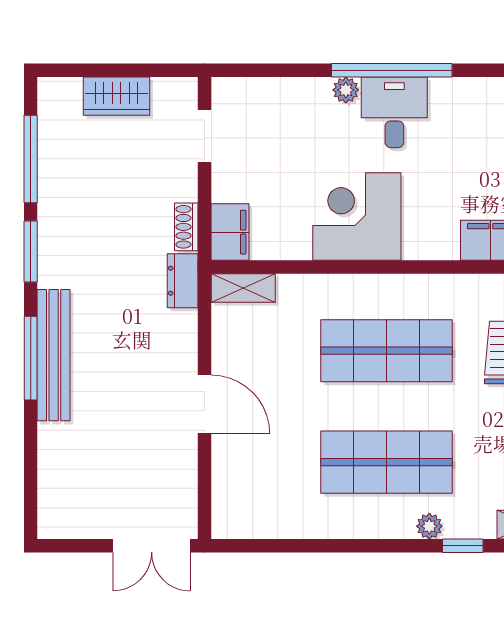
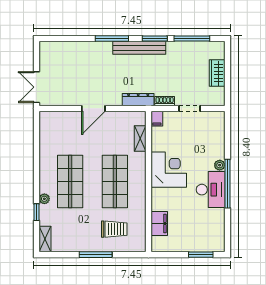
desk: (394, 112) -> (211, 190), width x1.37
doorway: (204, 136) -> (189, 108), moved
filing cabinet: (230, 232) -> (157, 119), width x0.50
dresser: (183, 281) -> (138, 100), width x1.44
shelving: (243, 288) -> (140, 139), moved
bench: (54, 355) -> (139, 48), moved

